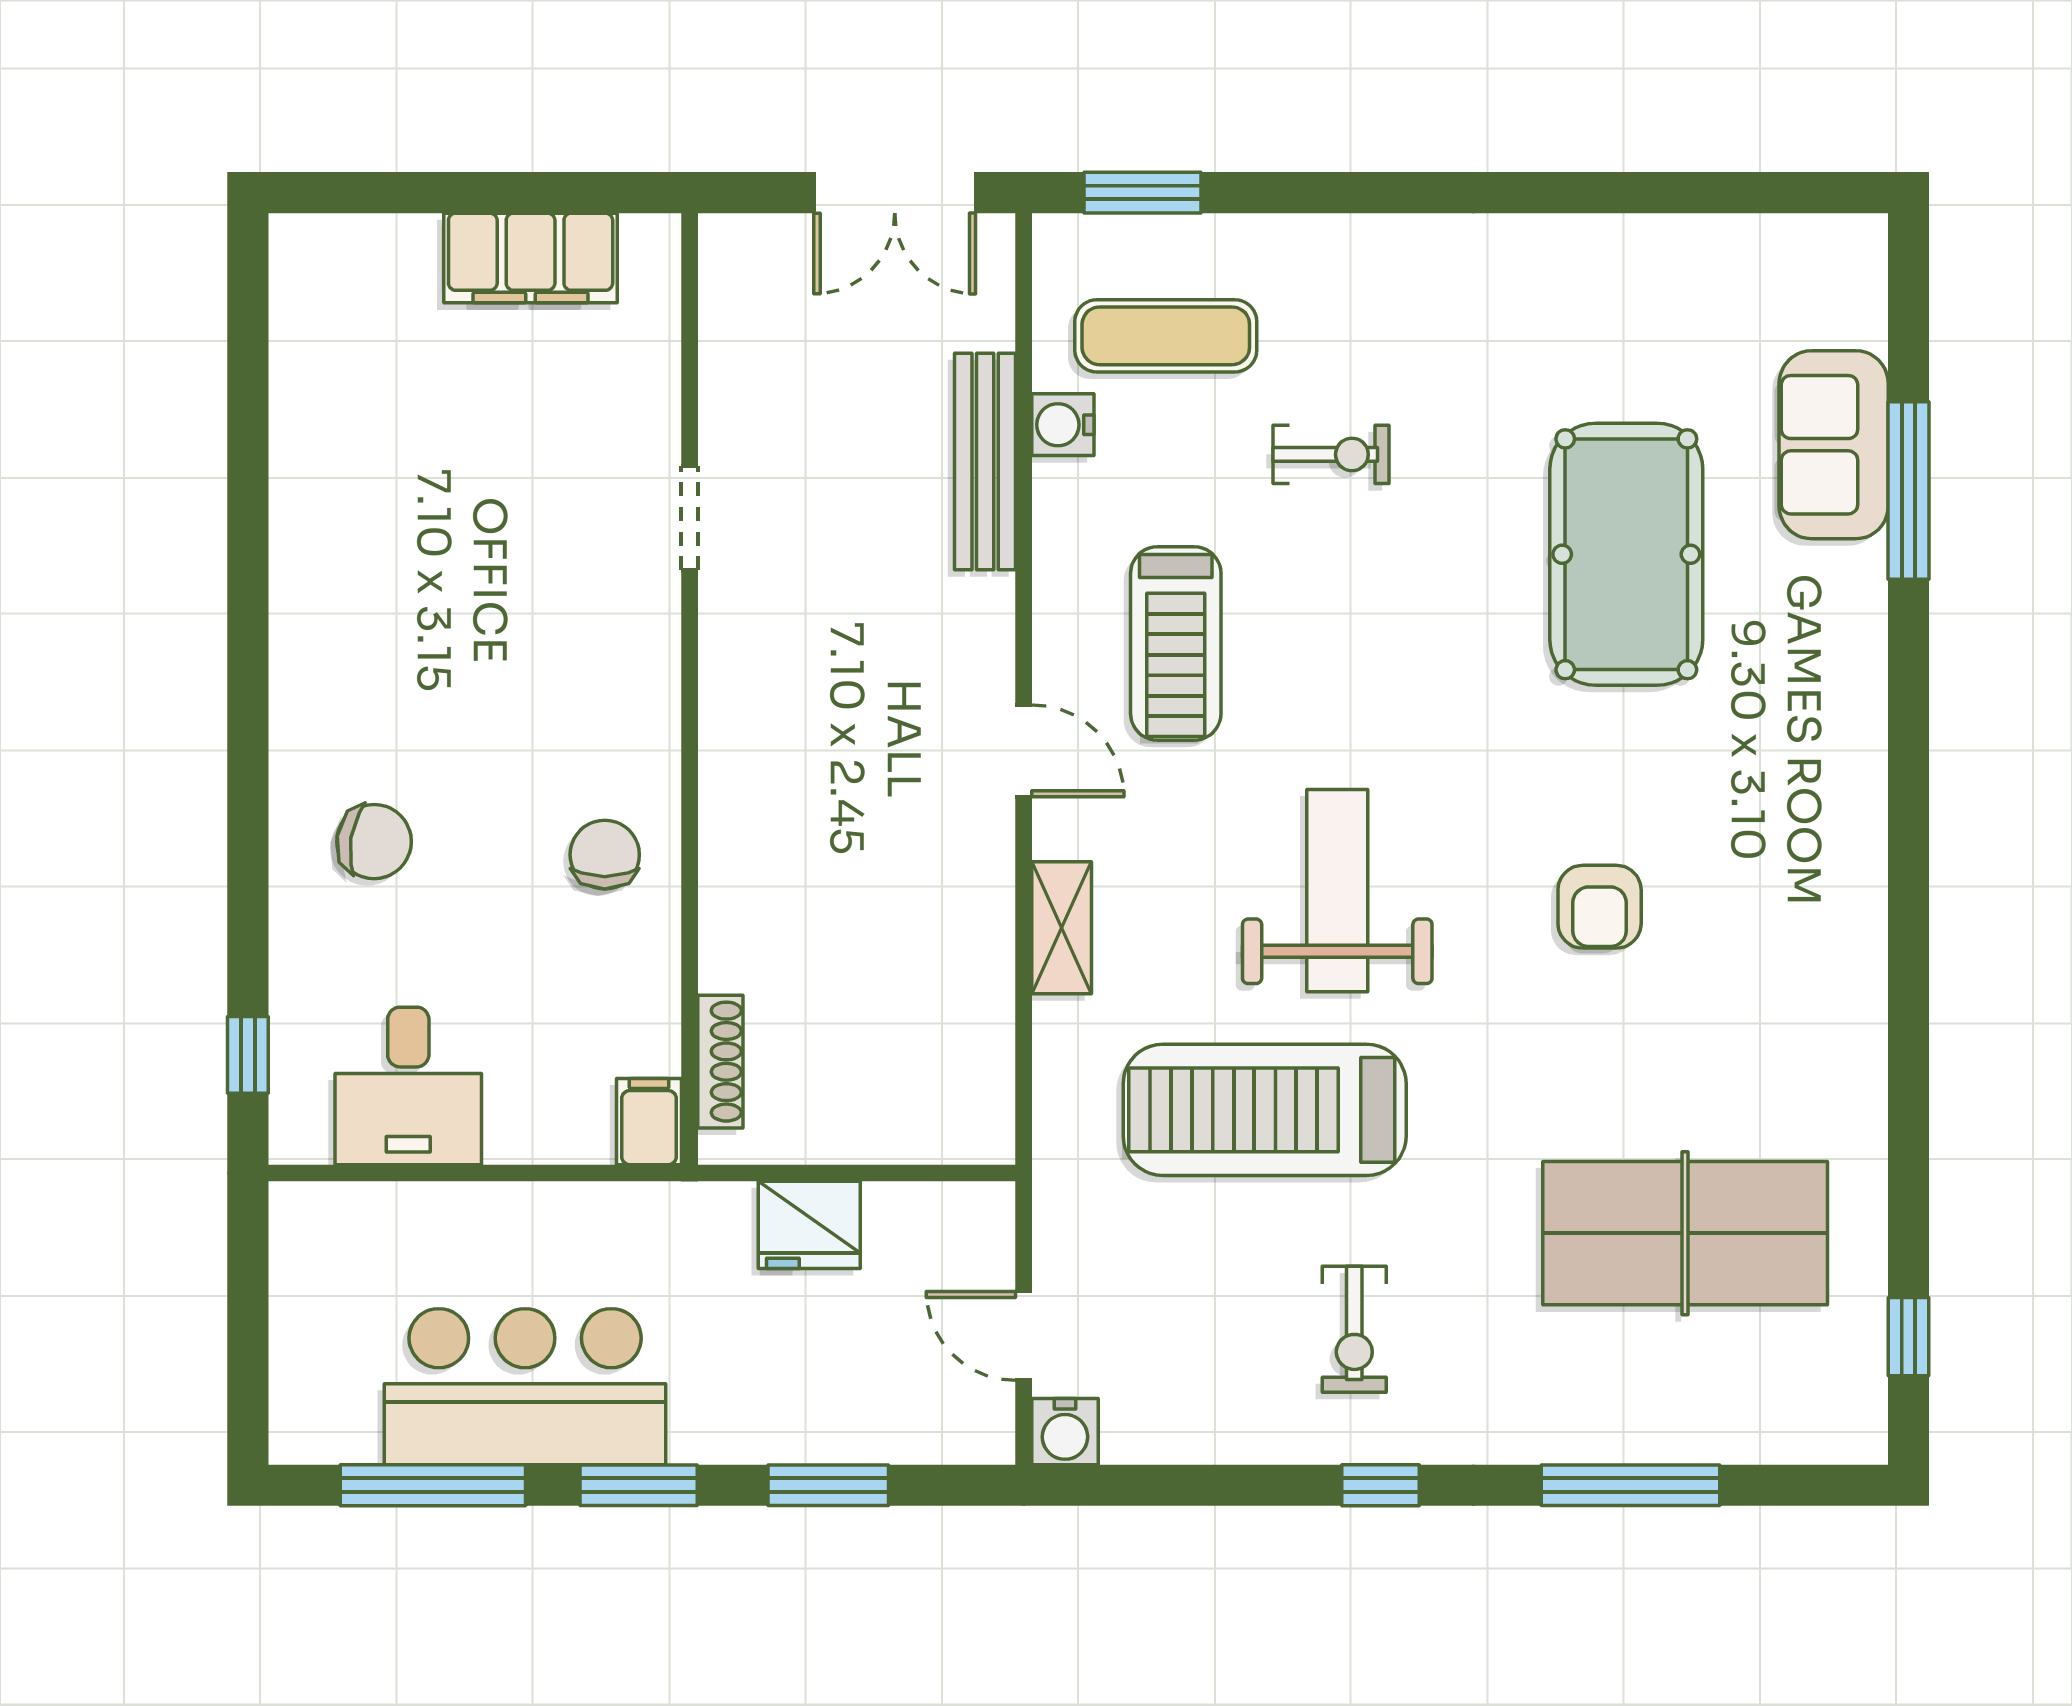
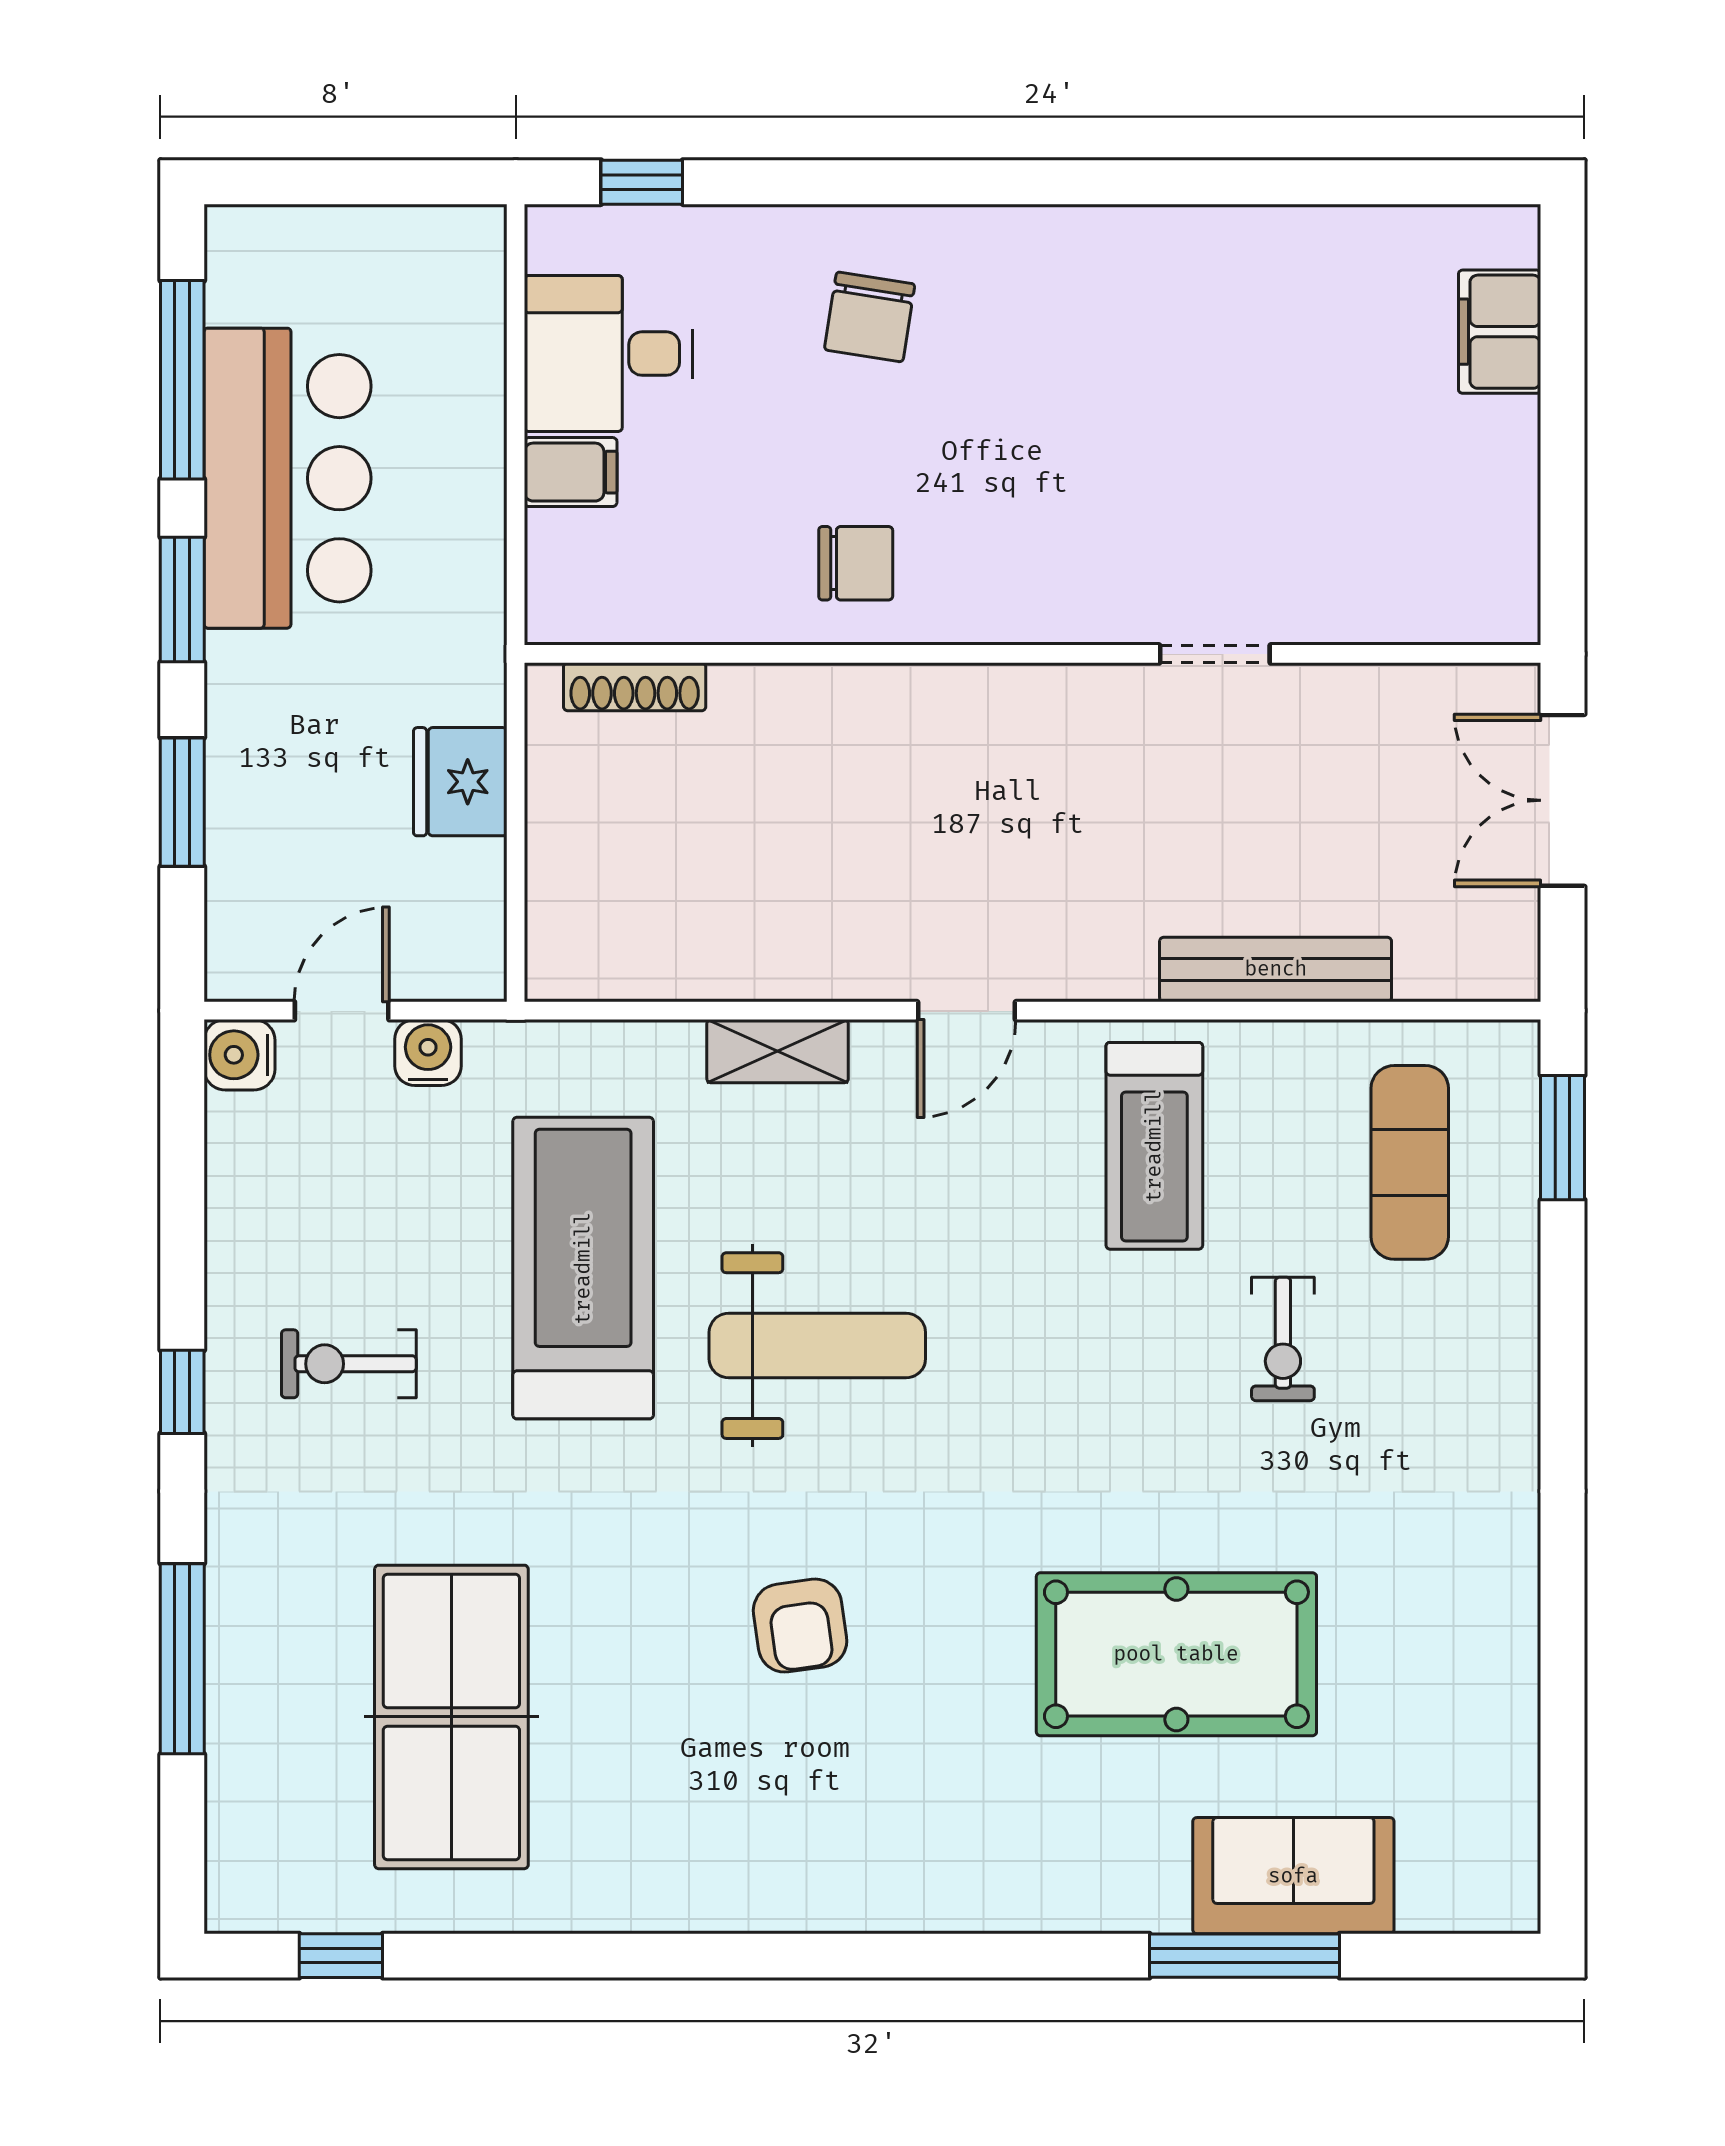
double door: (895, 193) -> (1563, 800), moved
filing cabinet: (531, 258) -> (1500, 332), moved, width x0.67, depth x0.86
water cooler: (1063, 425) -> (428, 1053), moved
treadmill: (1176, 643) -> (1154, 1146), moved, turned -90
armchair: (1600, 907) -> (800, 1626), turned -98
filing cabinet: (649, 1122) -> (571, 472), moved

